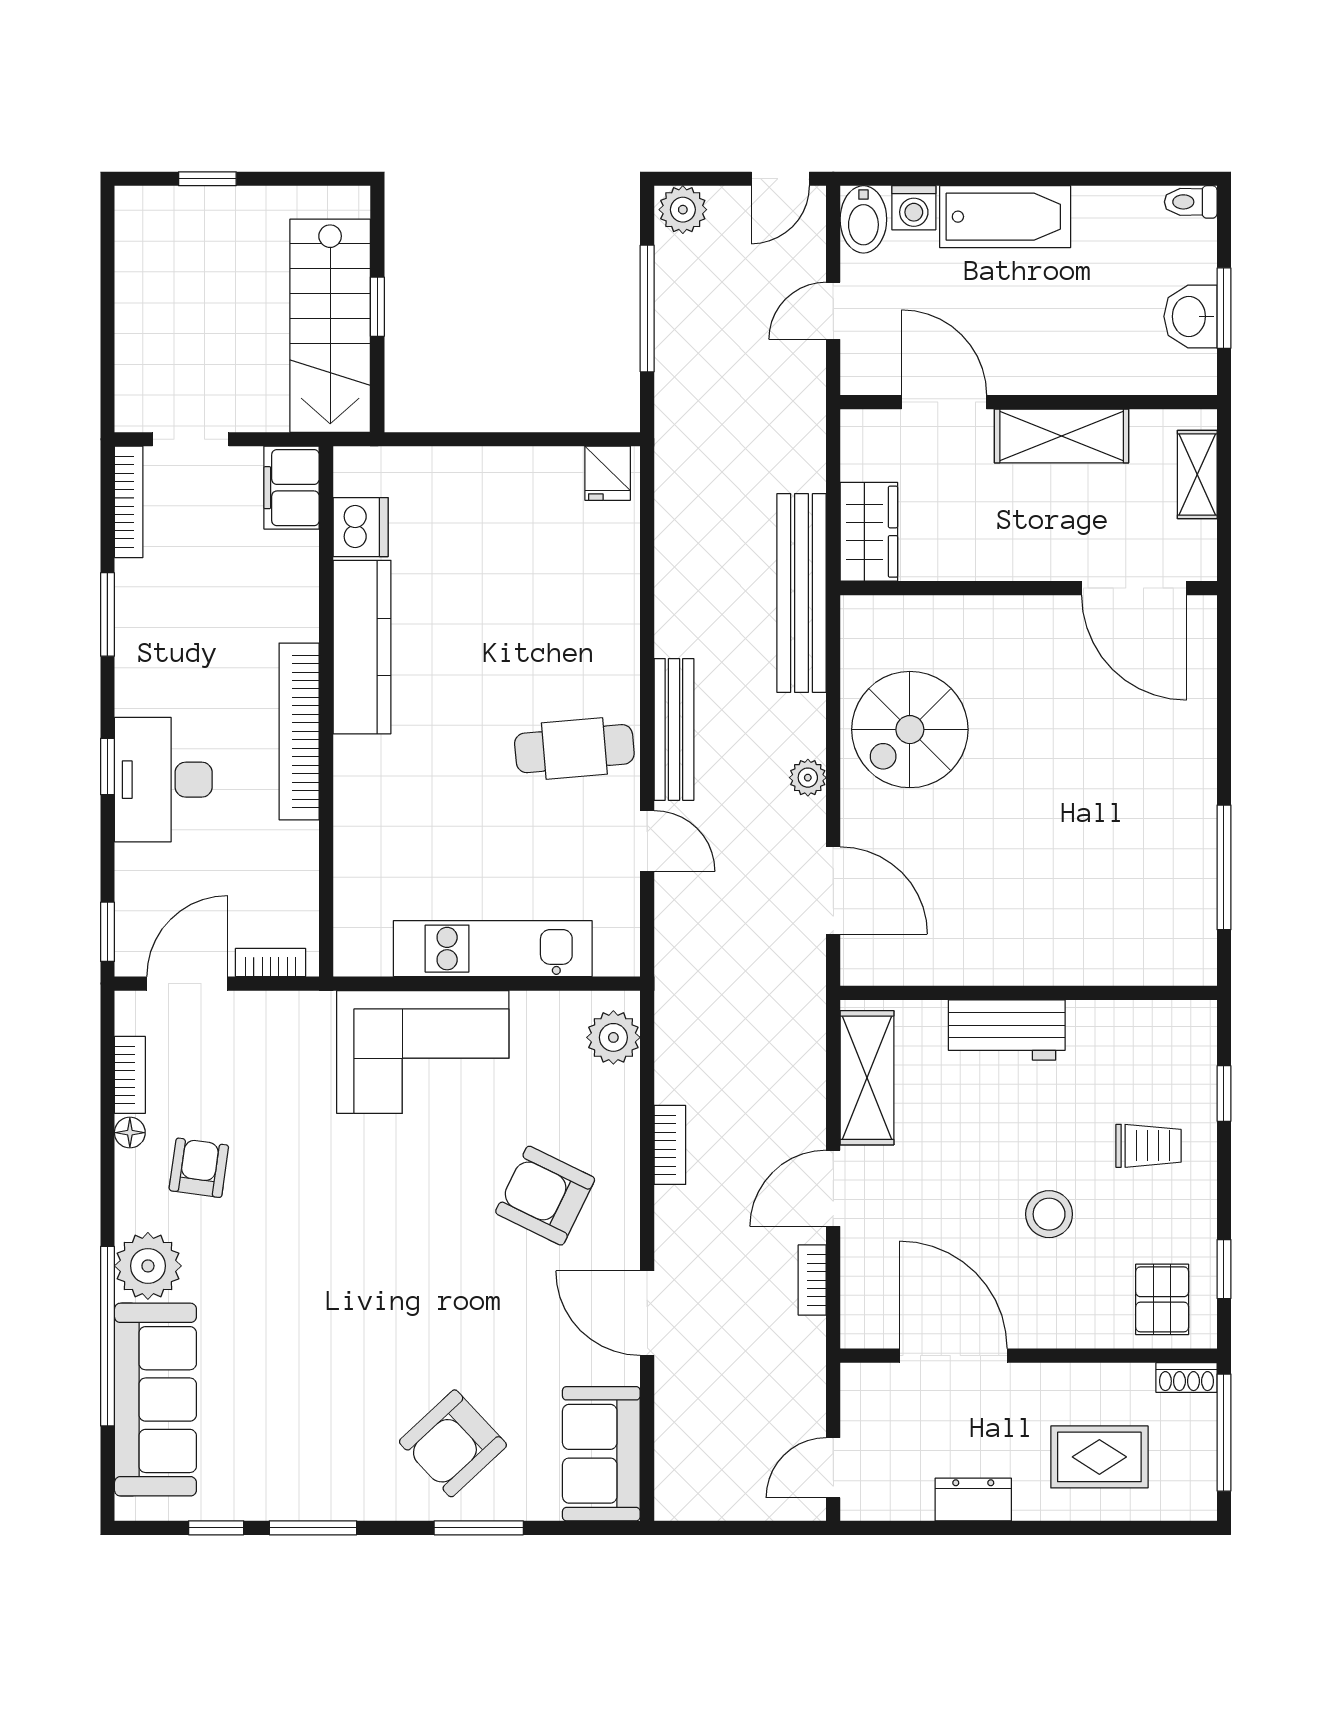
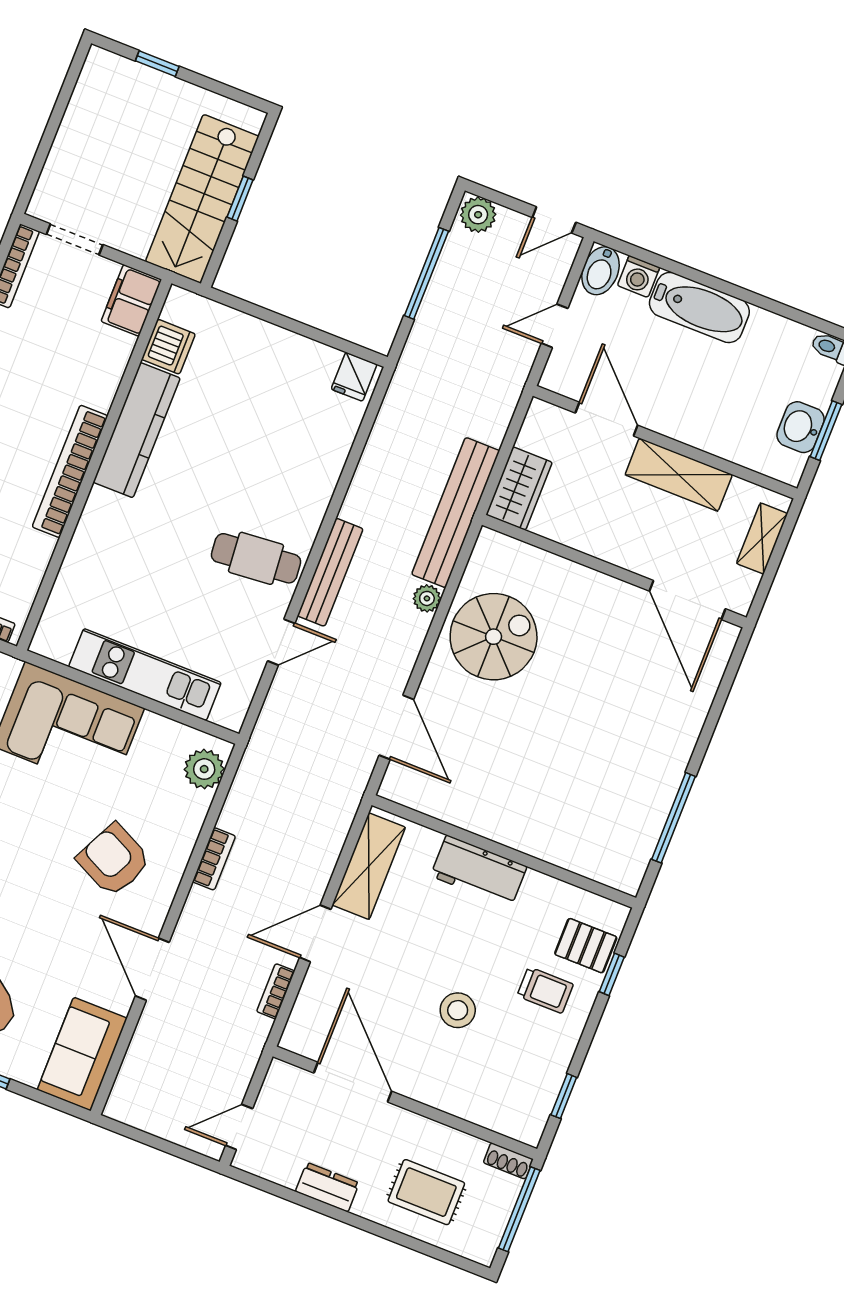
spiral stairs: (910, 730) -> (494, 637), turned 180
plant: (808, 778) -> (427, 598), moved
door: (647, 841) -> (281, 642), hinge flipped
pallet: (1162, 1299) -> (586, 946), moved, turned 90

